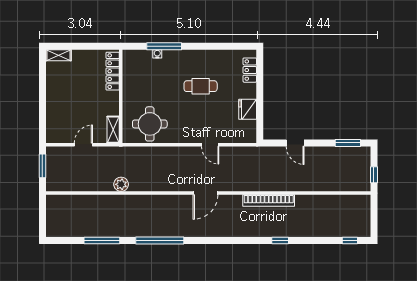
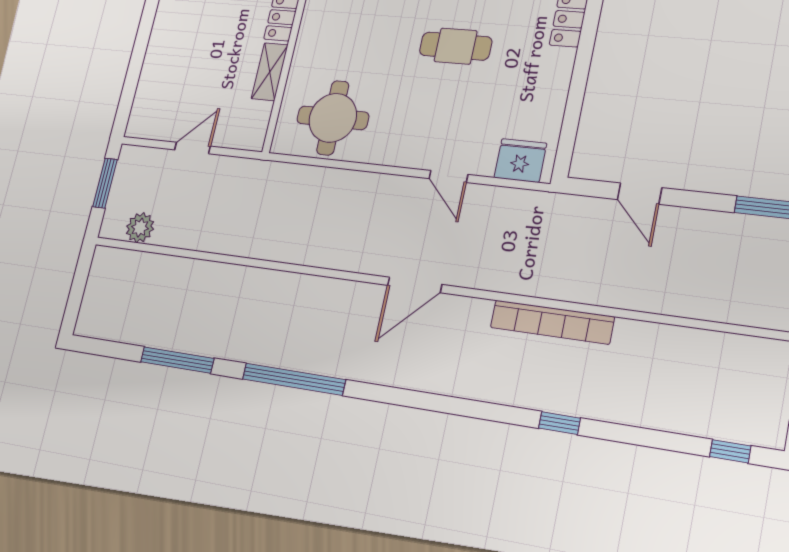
fridge: (248, 109) -> (520, 161), moved, turned 90
shelving: (113, 130) -> (270, 72), moved
plant: (121, 184) -> (140, 228), moved

